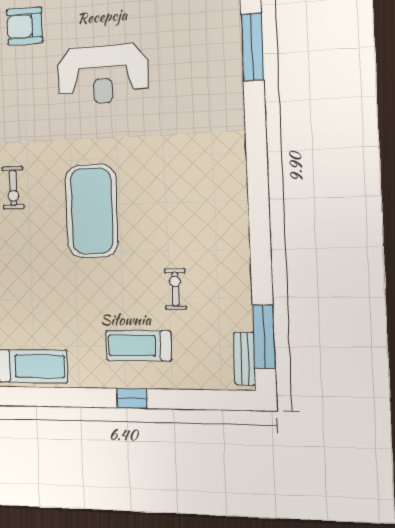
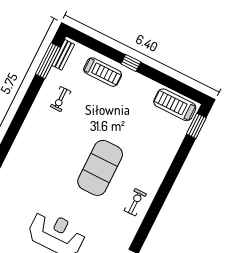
exercise bike: (175, 289) -> (61, 99), moved
treadmill: (138, 346) -> (103, 72), moved

